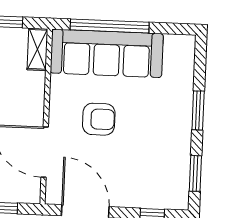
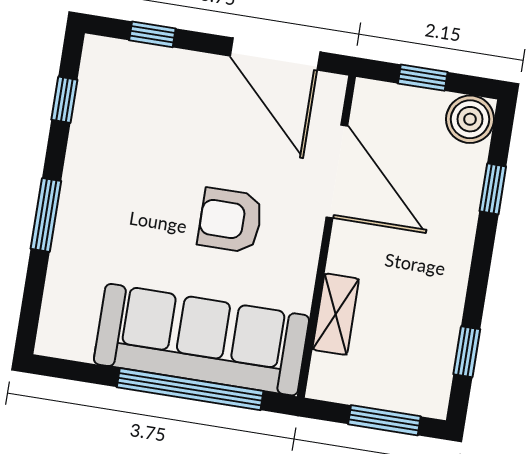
shelving: (37, 49) -> (336, 314), moved
window: (195, 173) -> (64, 100), width x0.67

